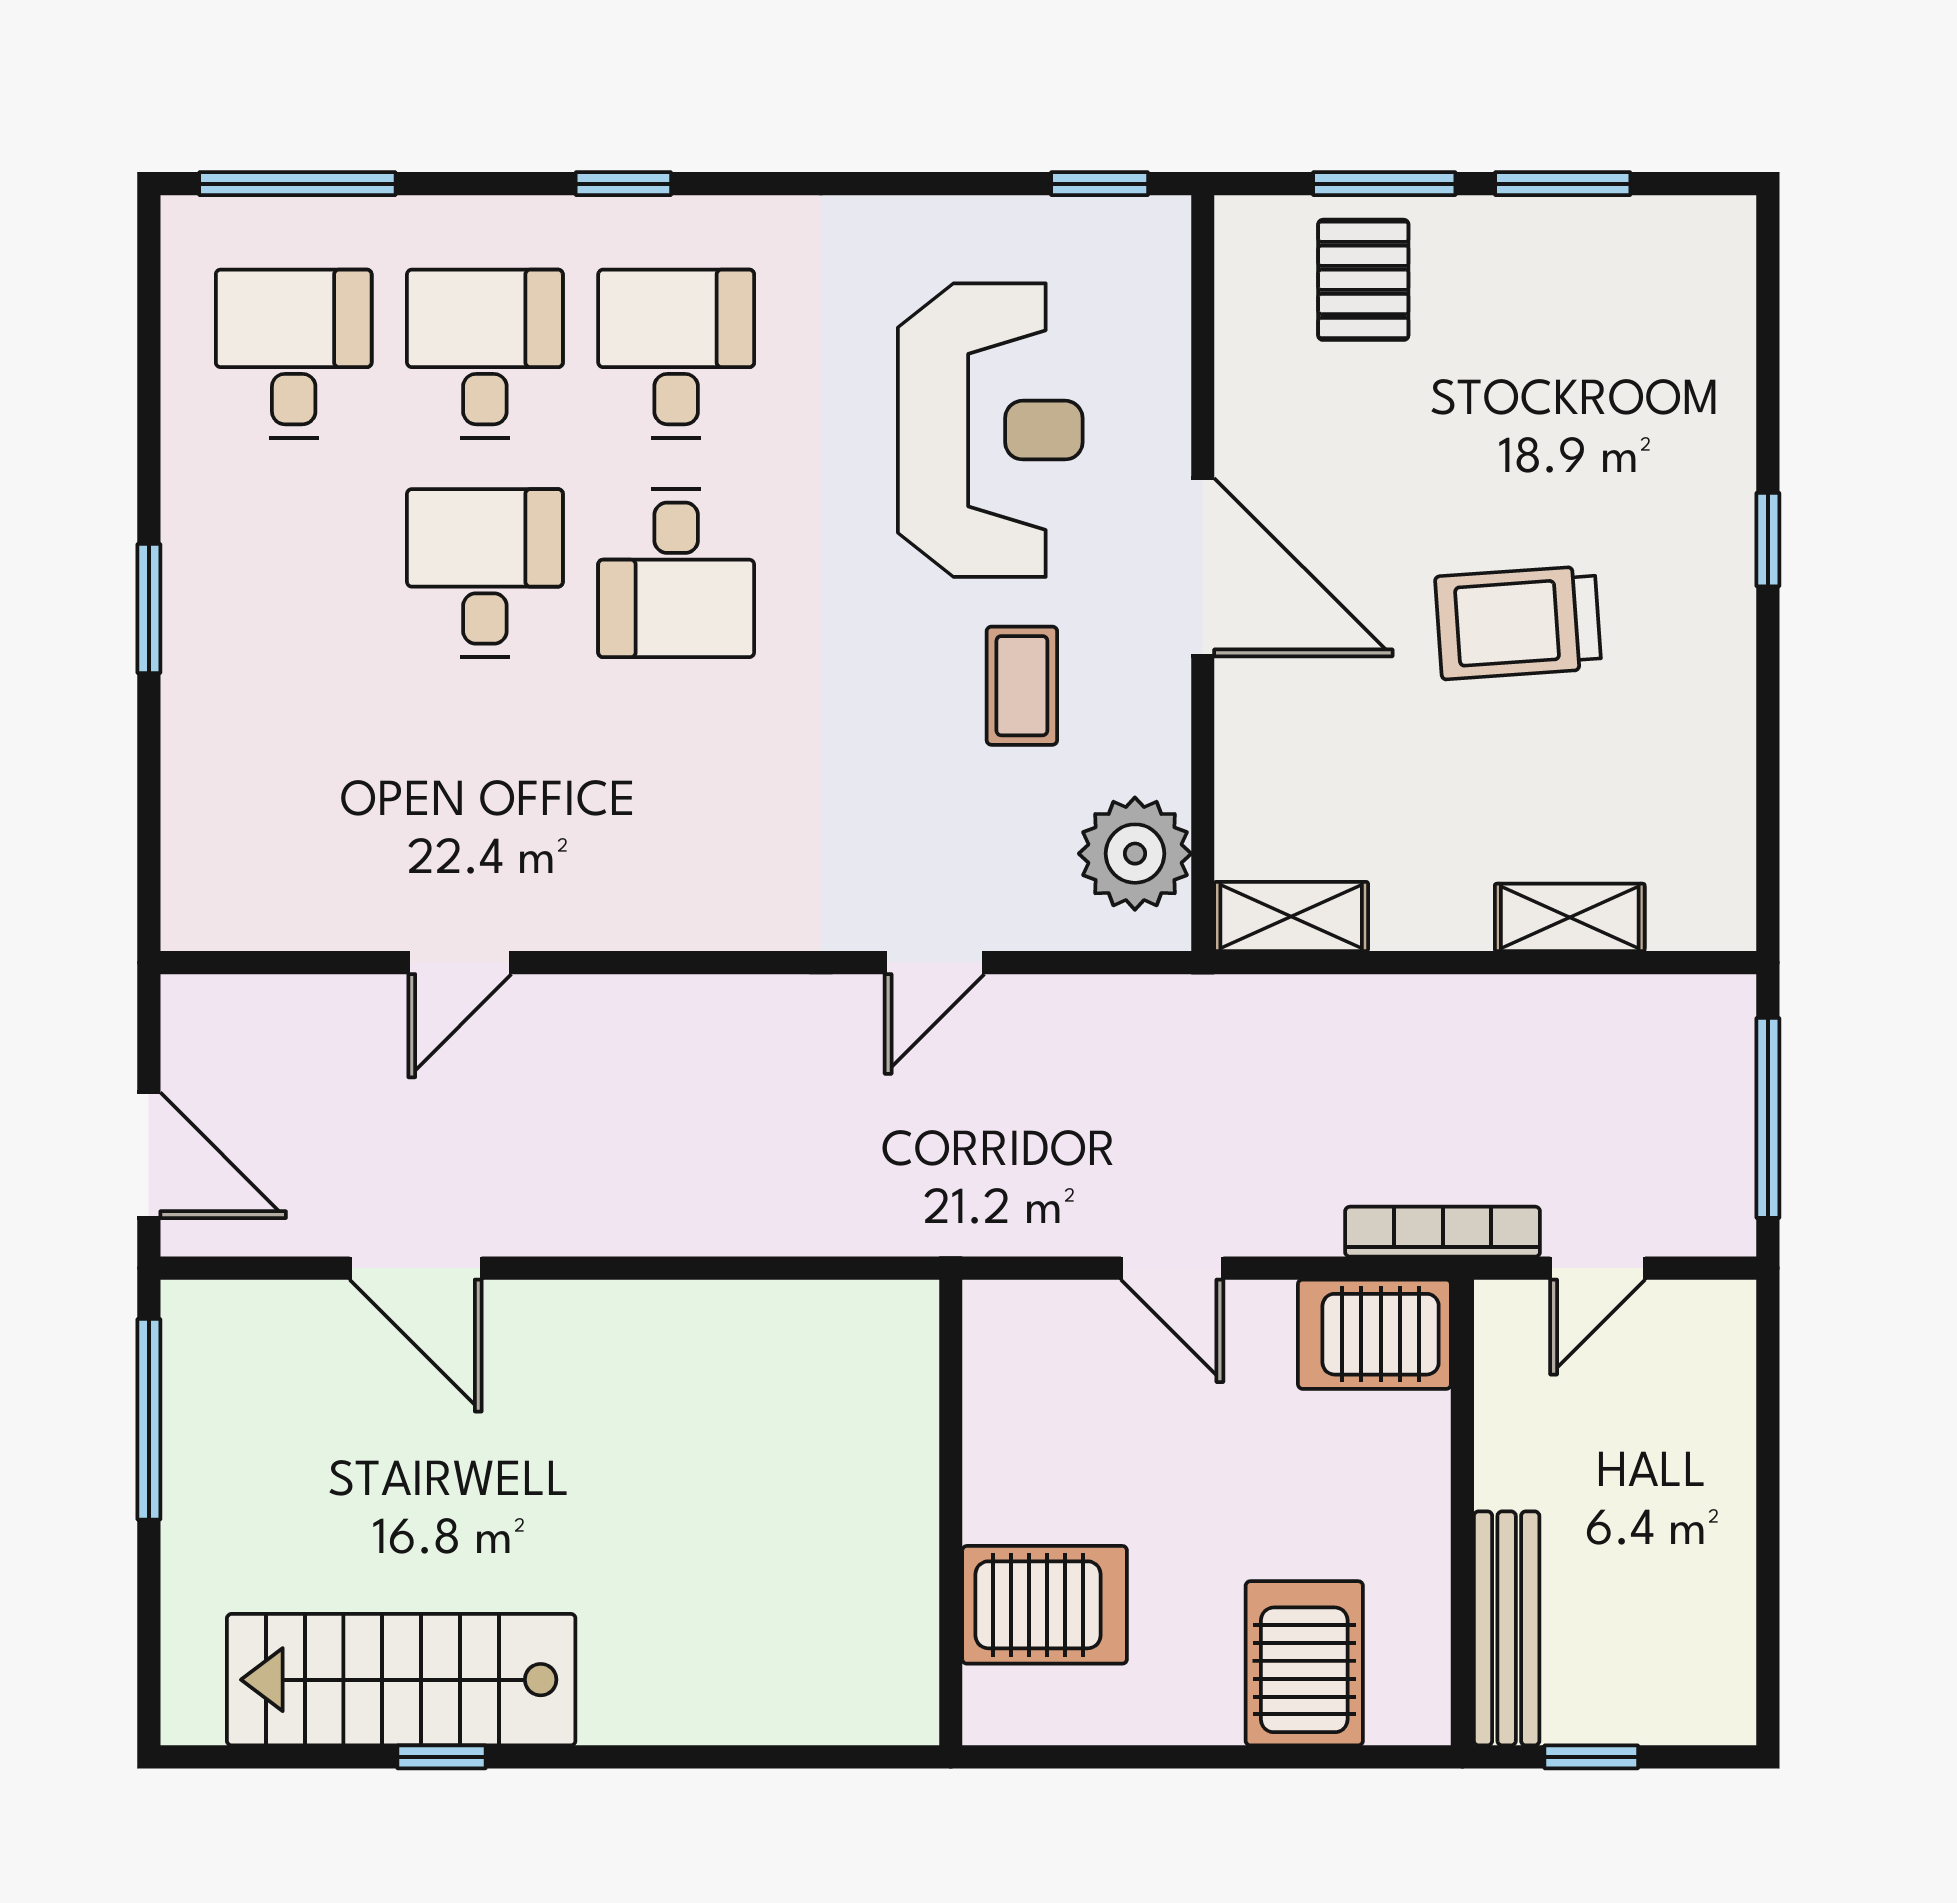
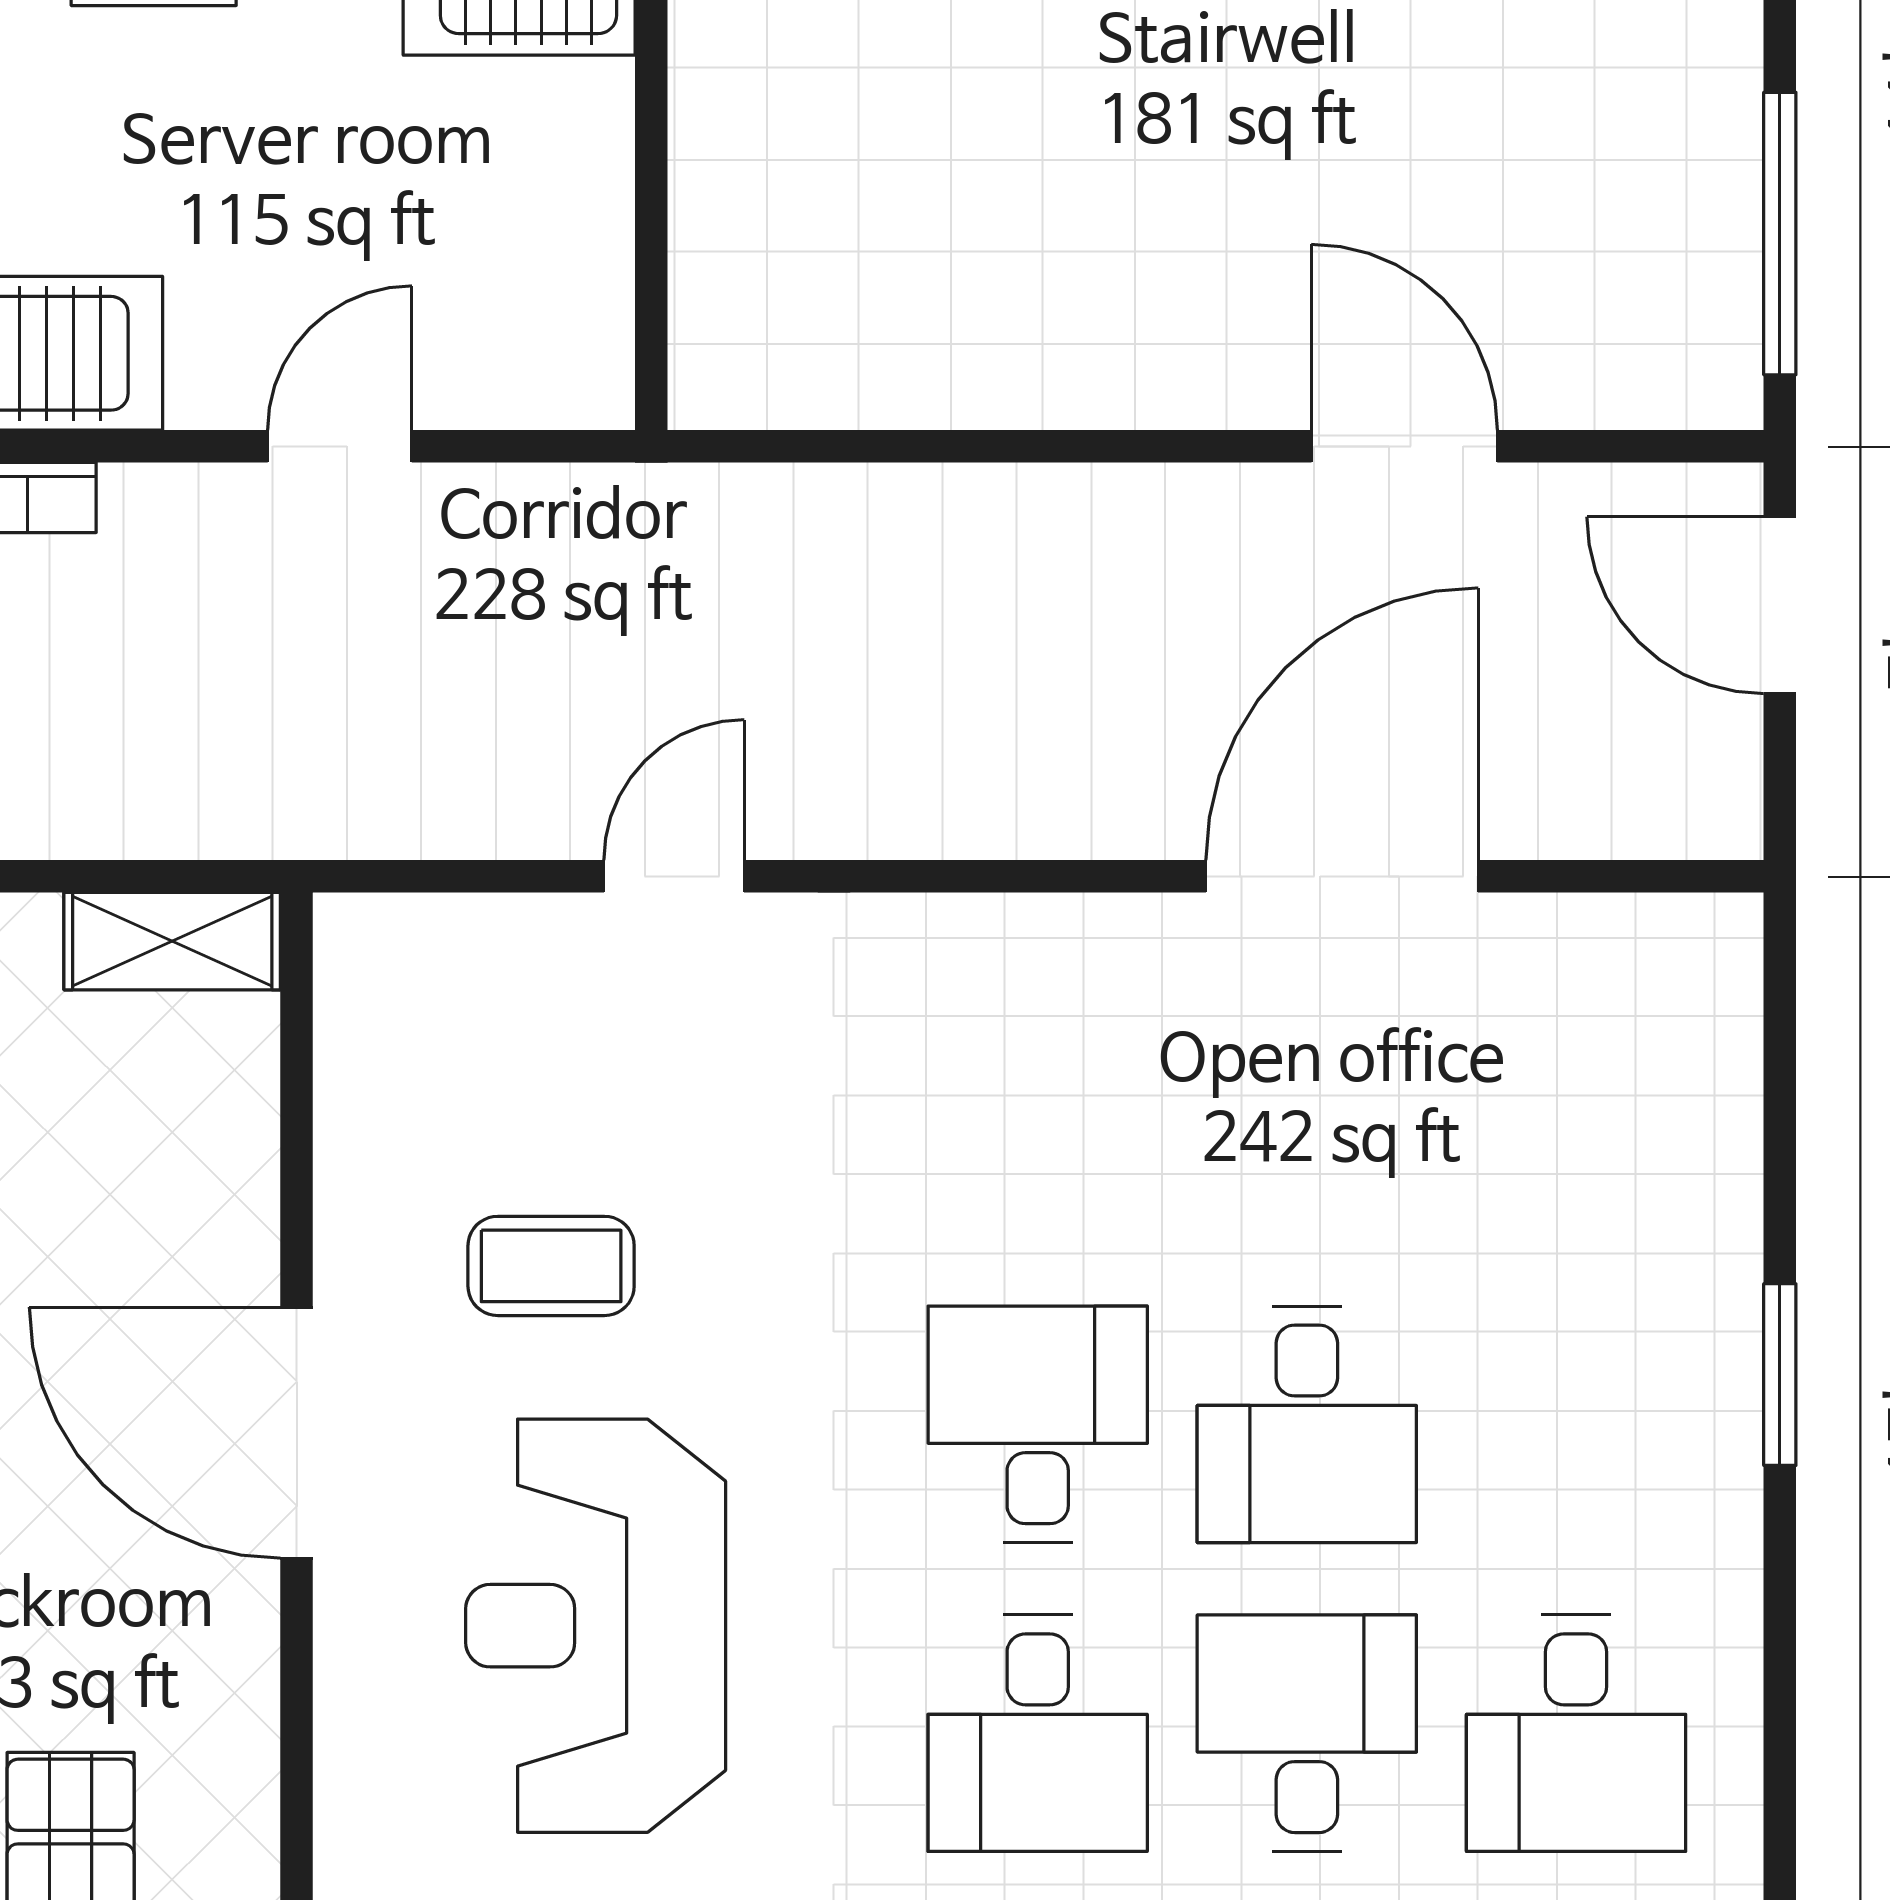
desk: (485, 354) -> (1307, 1733), turned 180
coffee table: (1022, 686) -> (551, 1266), turned 90
plant: (1135, 854) -> (392, 1030), removed
door: (460, 963) -> (1342, 876), width x1.88
door: (1172, 1268) -> (340, 446), hinge flipped

